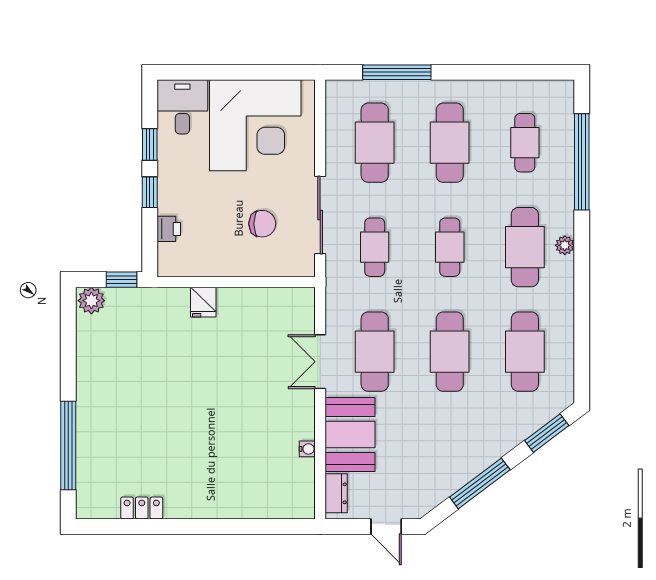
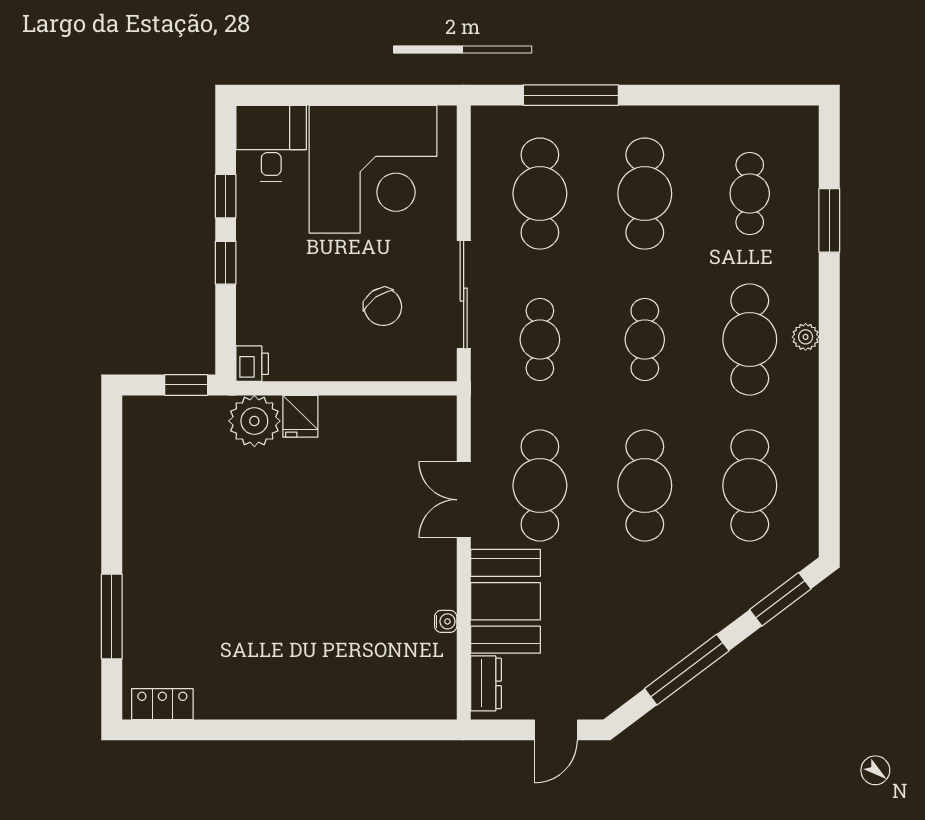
window: (582, 162) -> (829, 220), width x0.47
chair: (262, 224) -> (383, 307), turned 55
printer: (169, 229) -> (252, 364), moved
plant: (91, 301) -> (254, 421), moved, width x1.36, depth x1.36
window: (68, 445) -> (112, 617), width x0.68
locker: (142, 508) -> (162, 704), moved
door: (386, 527) -> (556, 730), hinge flipped

